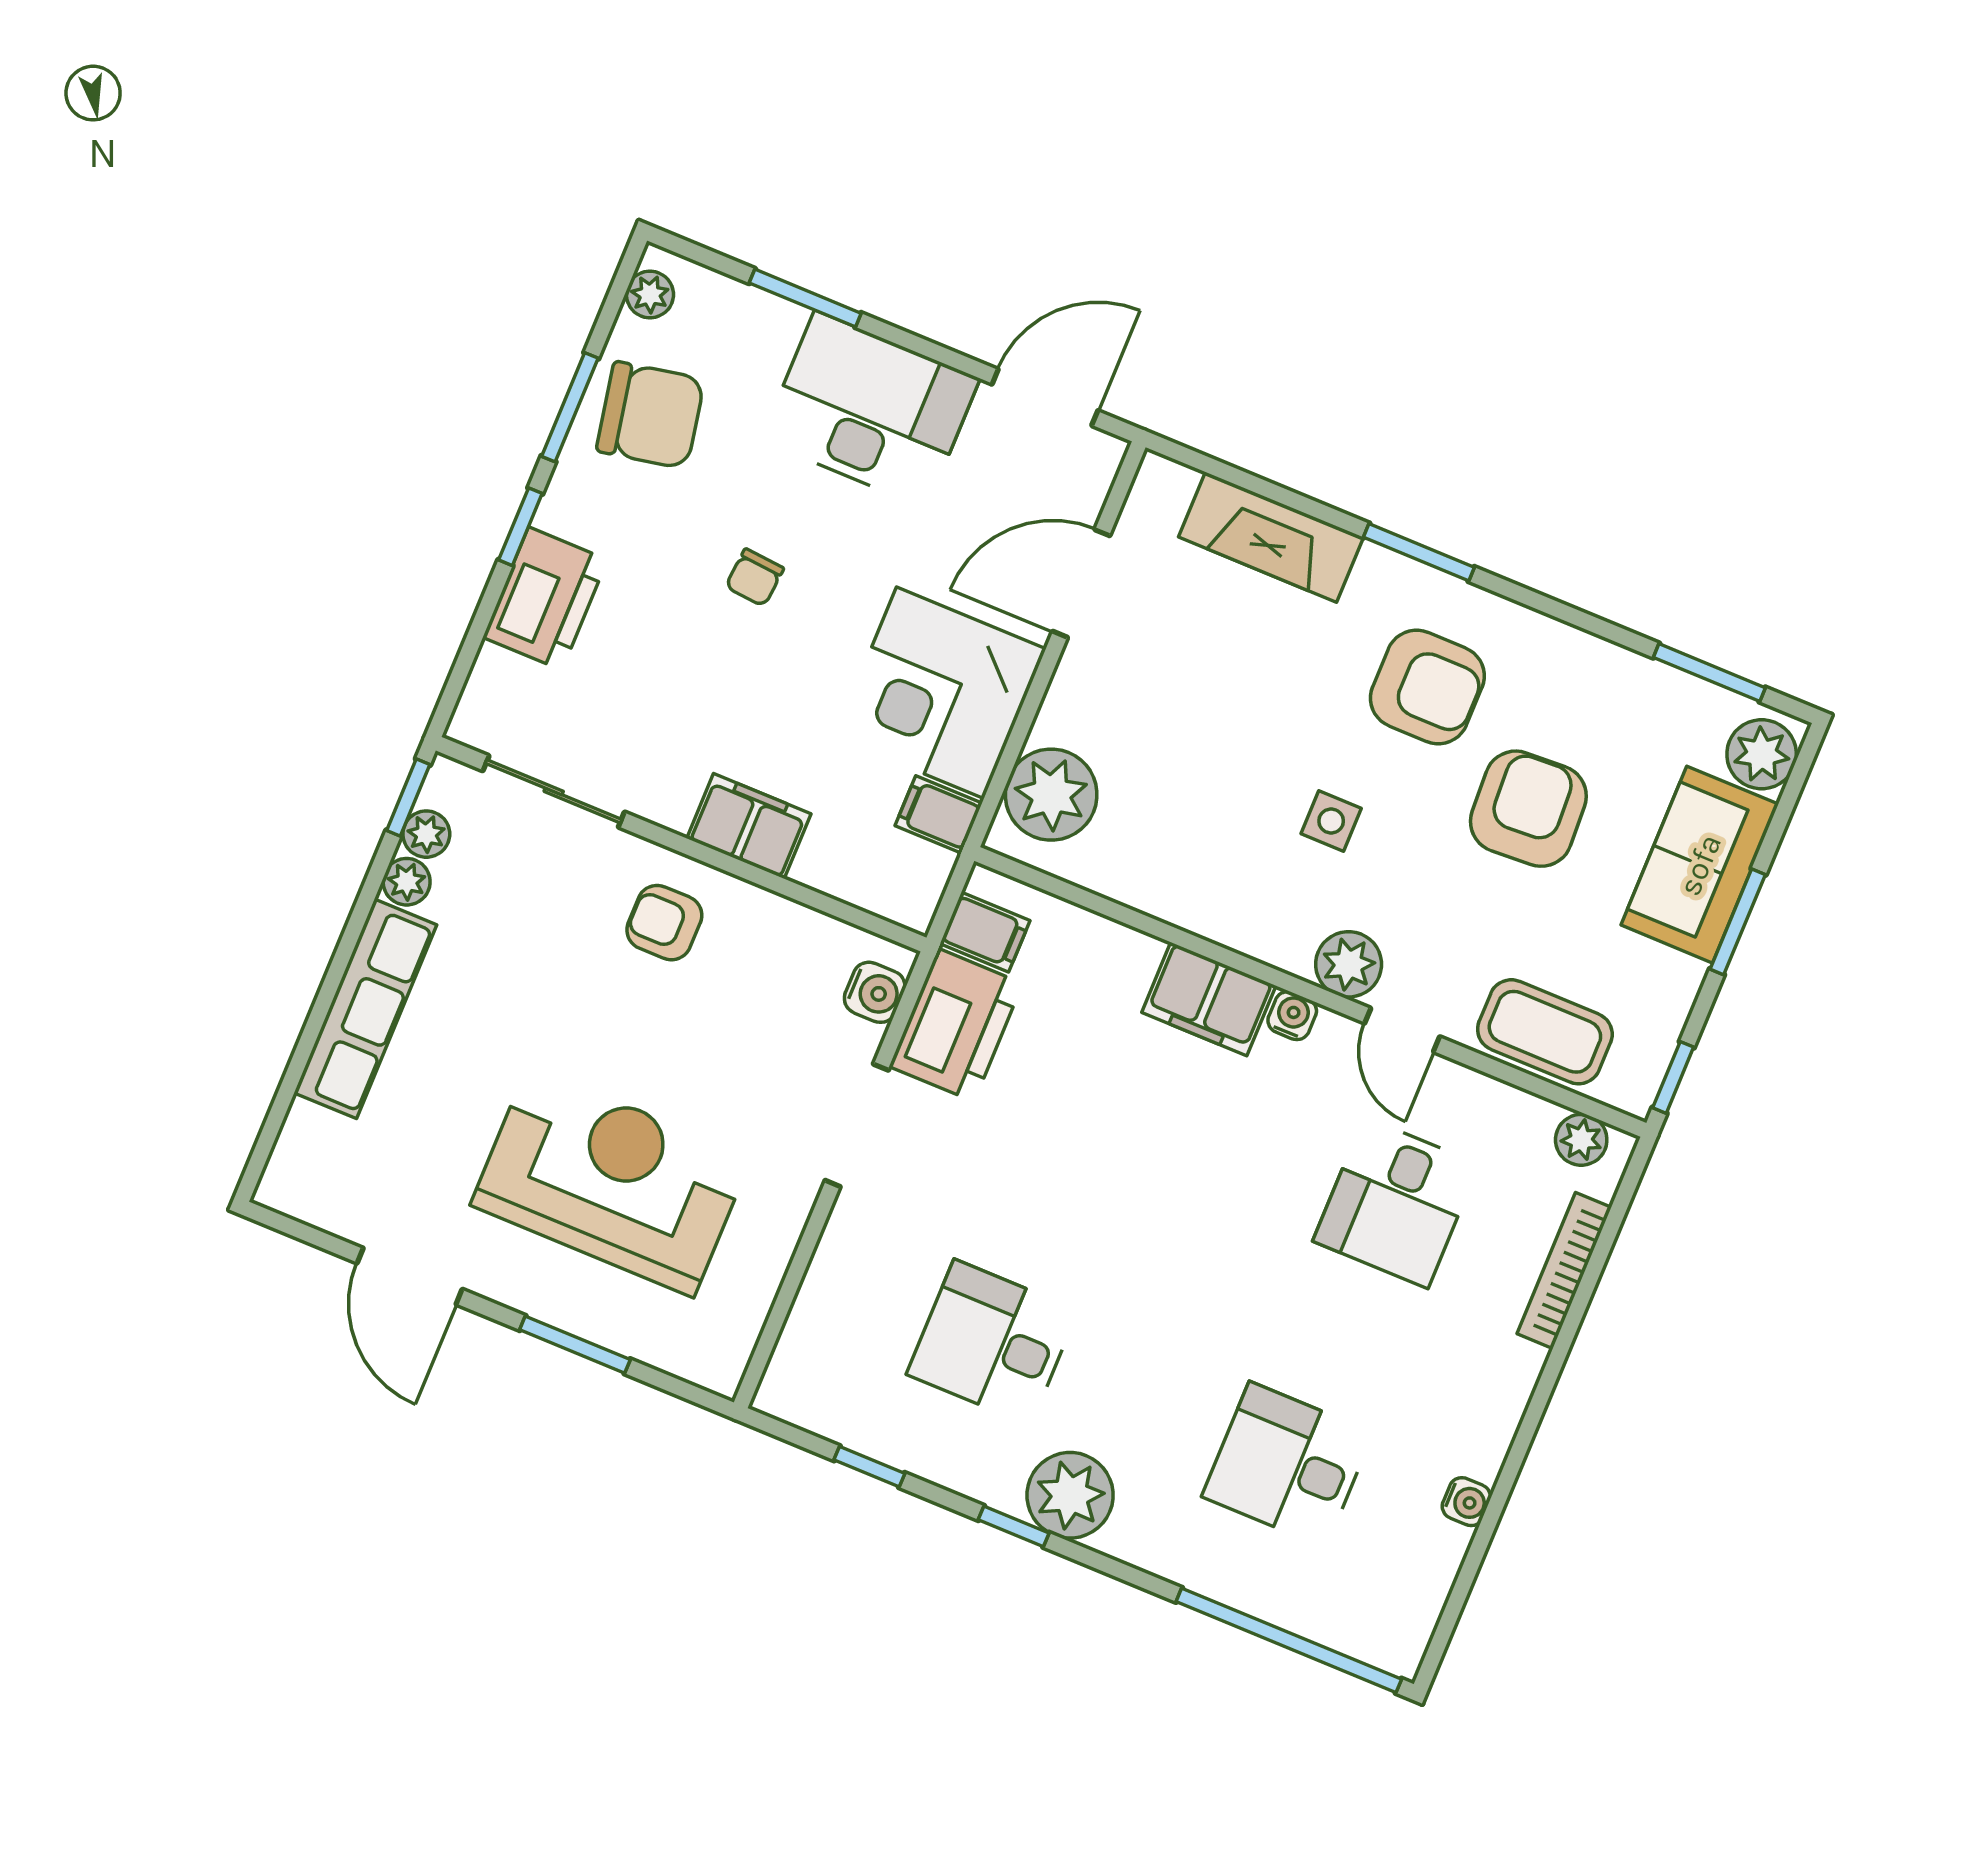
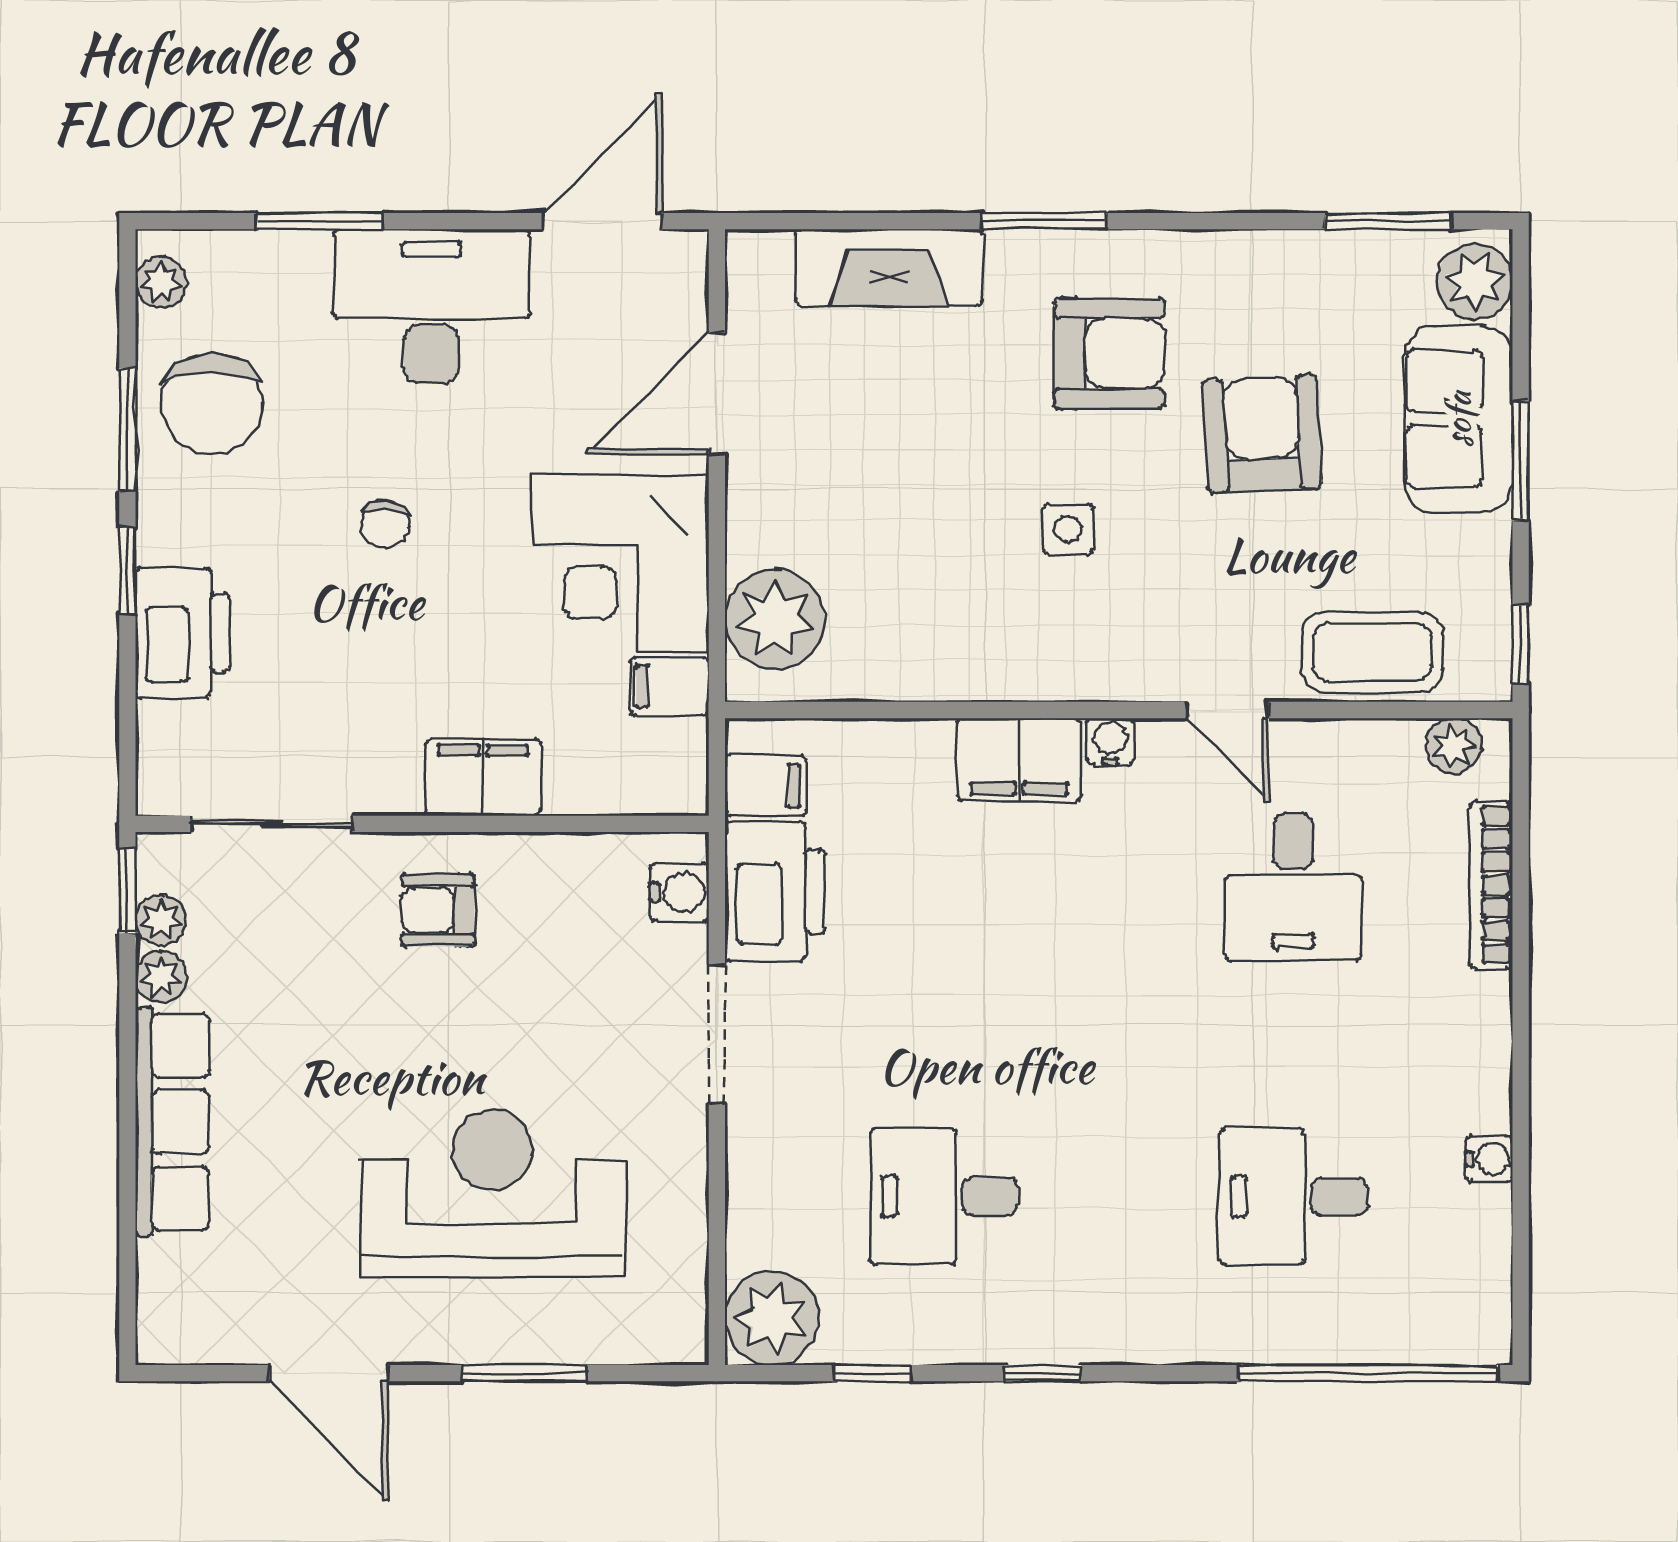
chair: (650, 415) -> (212, 404), turned 101
plant: (1349, 964) -> (1146, 666), removed
plant: (1070, 1495) -> (772, 1318), moved

